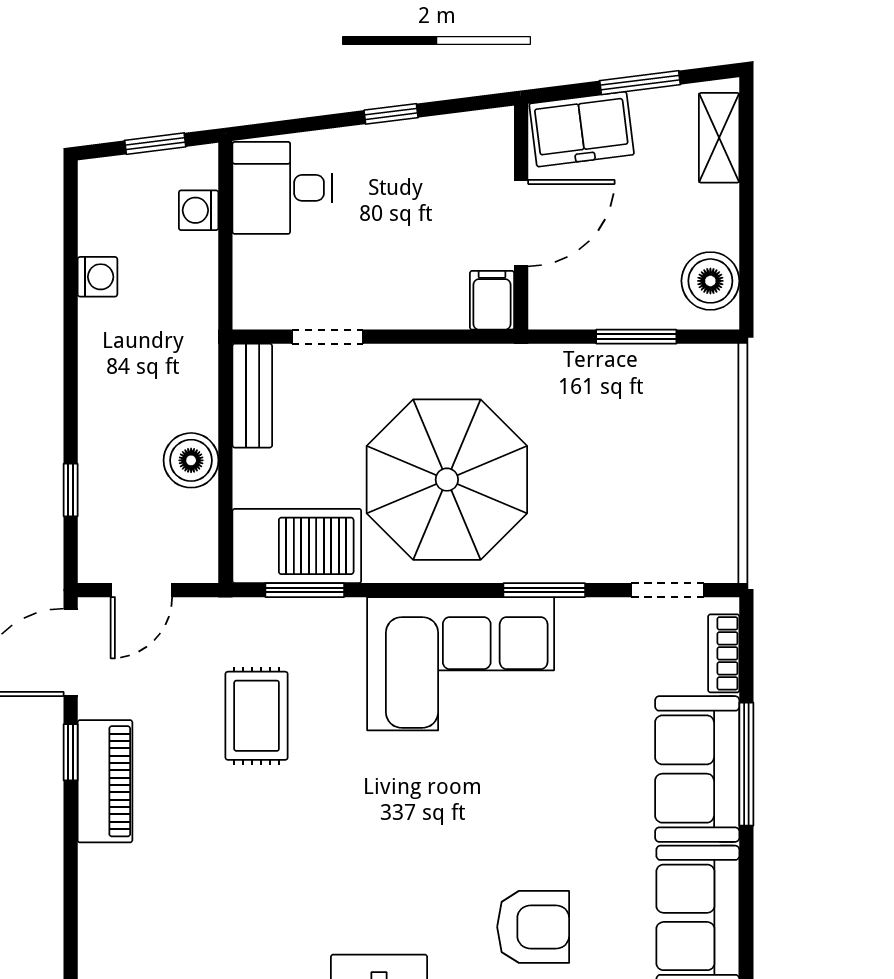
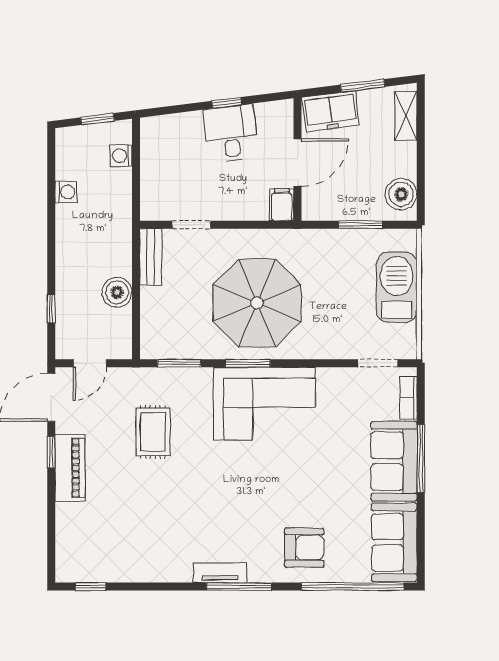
desk: (282, 188) -> (231, 134), moved, turned 83
barbecue: (297, 546) -> (397, 287), moved, turned -90
window: (544, 590) -> (248, 363), moved

